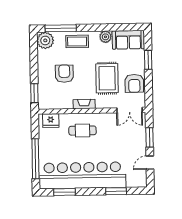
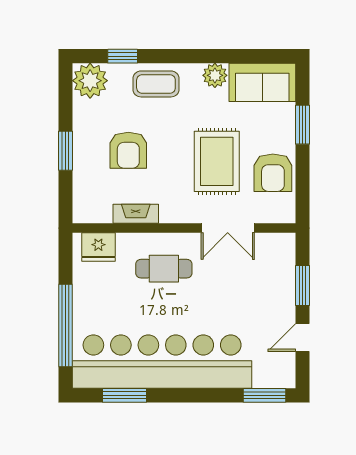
window: (61, 28) -> (123, 56), width x0.46
armchair: (64, 74) -> (128, 150), turned 180
window: (34, 93) -> (66, 151), moved
fireplace: (84, 104) -> (136, 214), moved
double door: (130, 110) -> (228, 228), moved
window: (116, 191) -> (264, 395), moved

